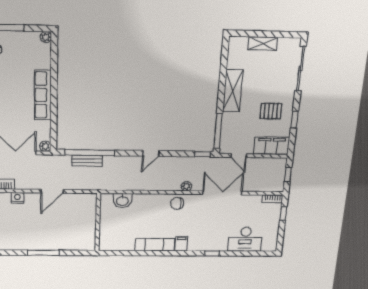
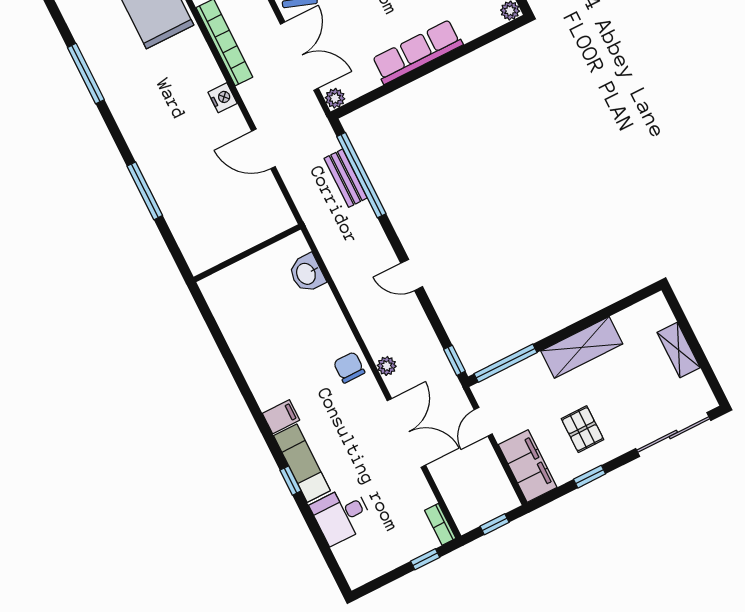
desk: (245, 239) -> (342, 515), width x0.73
exam couch: (155, 245) -> (302, 463), moved

